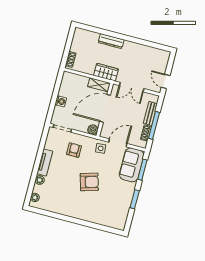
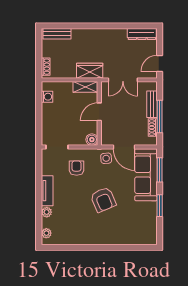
bench: (87, 35) -> (57, 34), added
dresser: (111, 41) -> (142, 34), moved
door: (166, 81) -> (160, 63), hinge flipped
washing machine: (61, 101) -> (47, 97), moved
door: (105, 108) -> (99, 112), width x0.53
door: (118, 143) -> (124, 147), swing flipped
sofa: (132, 165) -> (146, 175), width x1.36
armchair: (89, 182) -> (103, 200), turned 83

